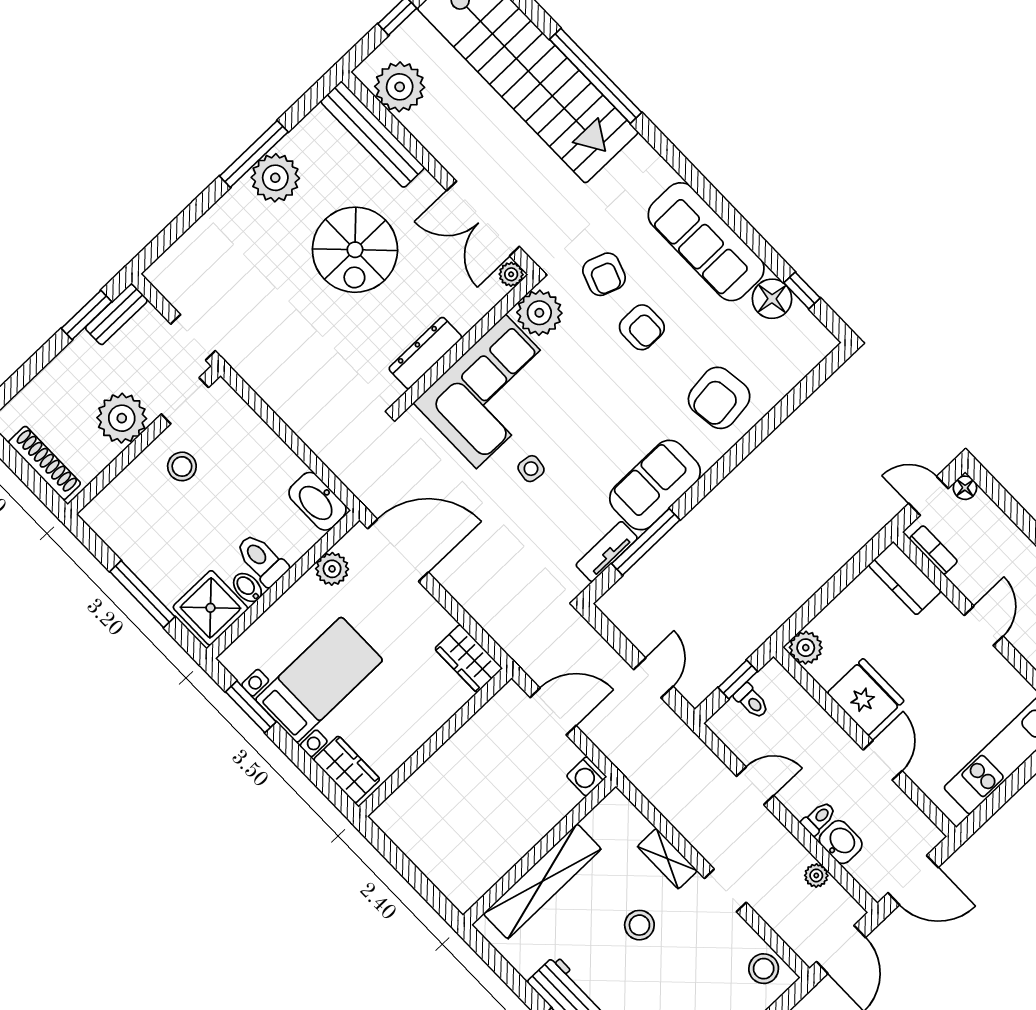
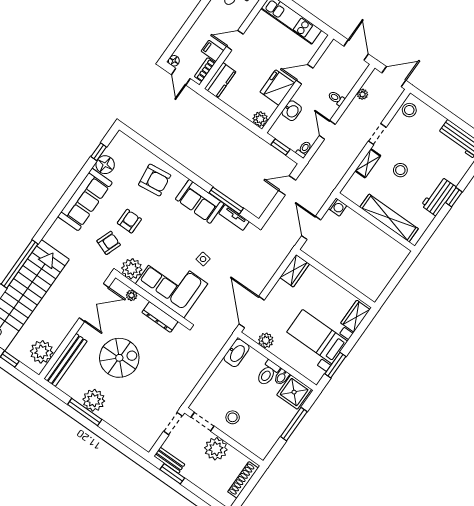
plant: (511, 274) -> (132, 295), moved
filing cabinet: (970, 574) -> (213, 51), added
toilet: (751, 701) -> (304, 149), moved
washbasin: (841, 842) -> (292, 111), moved, turned 180

